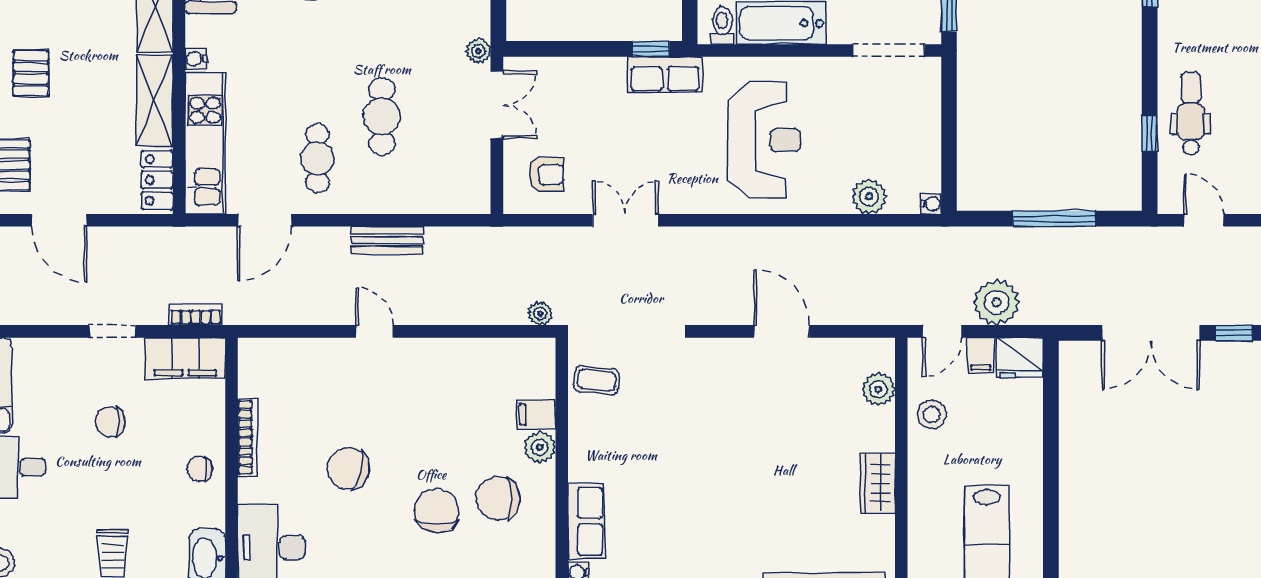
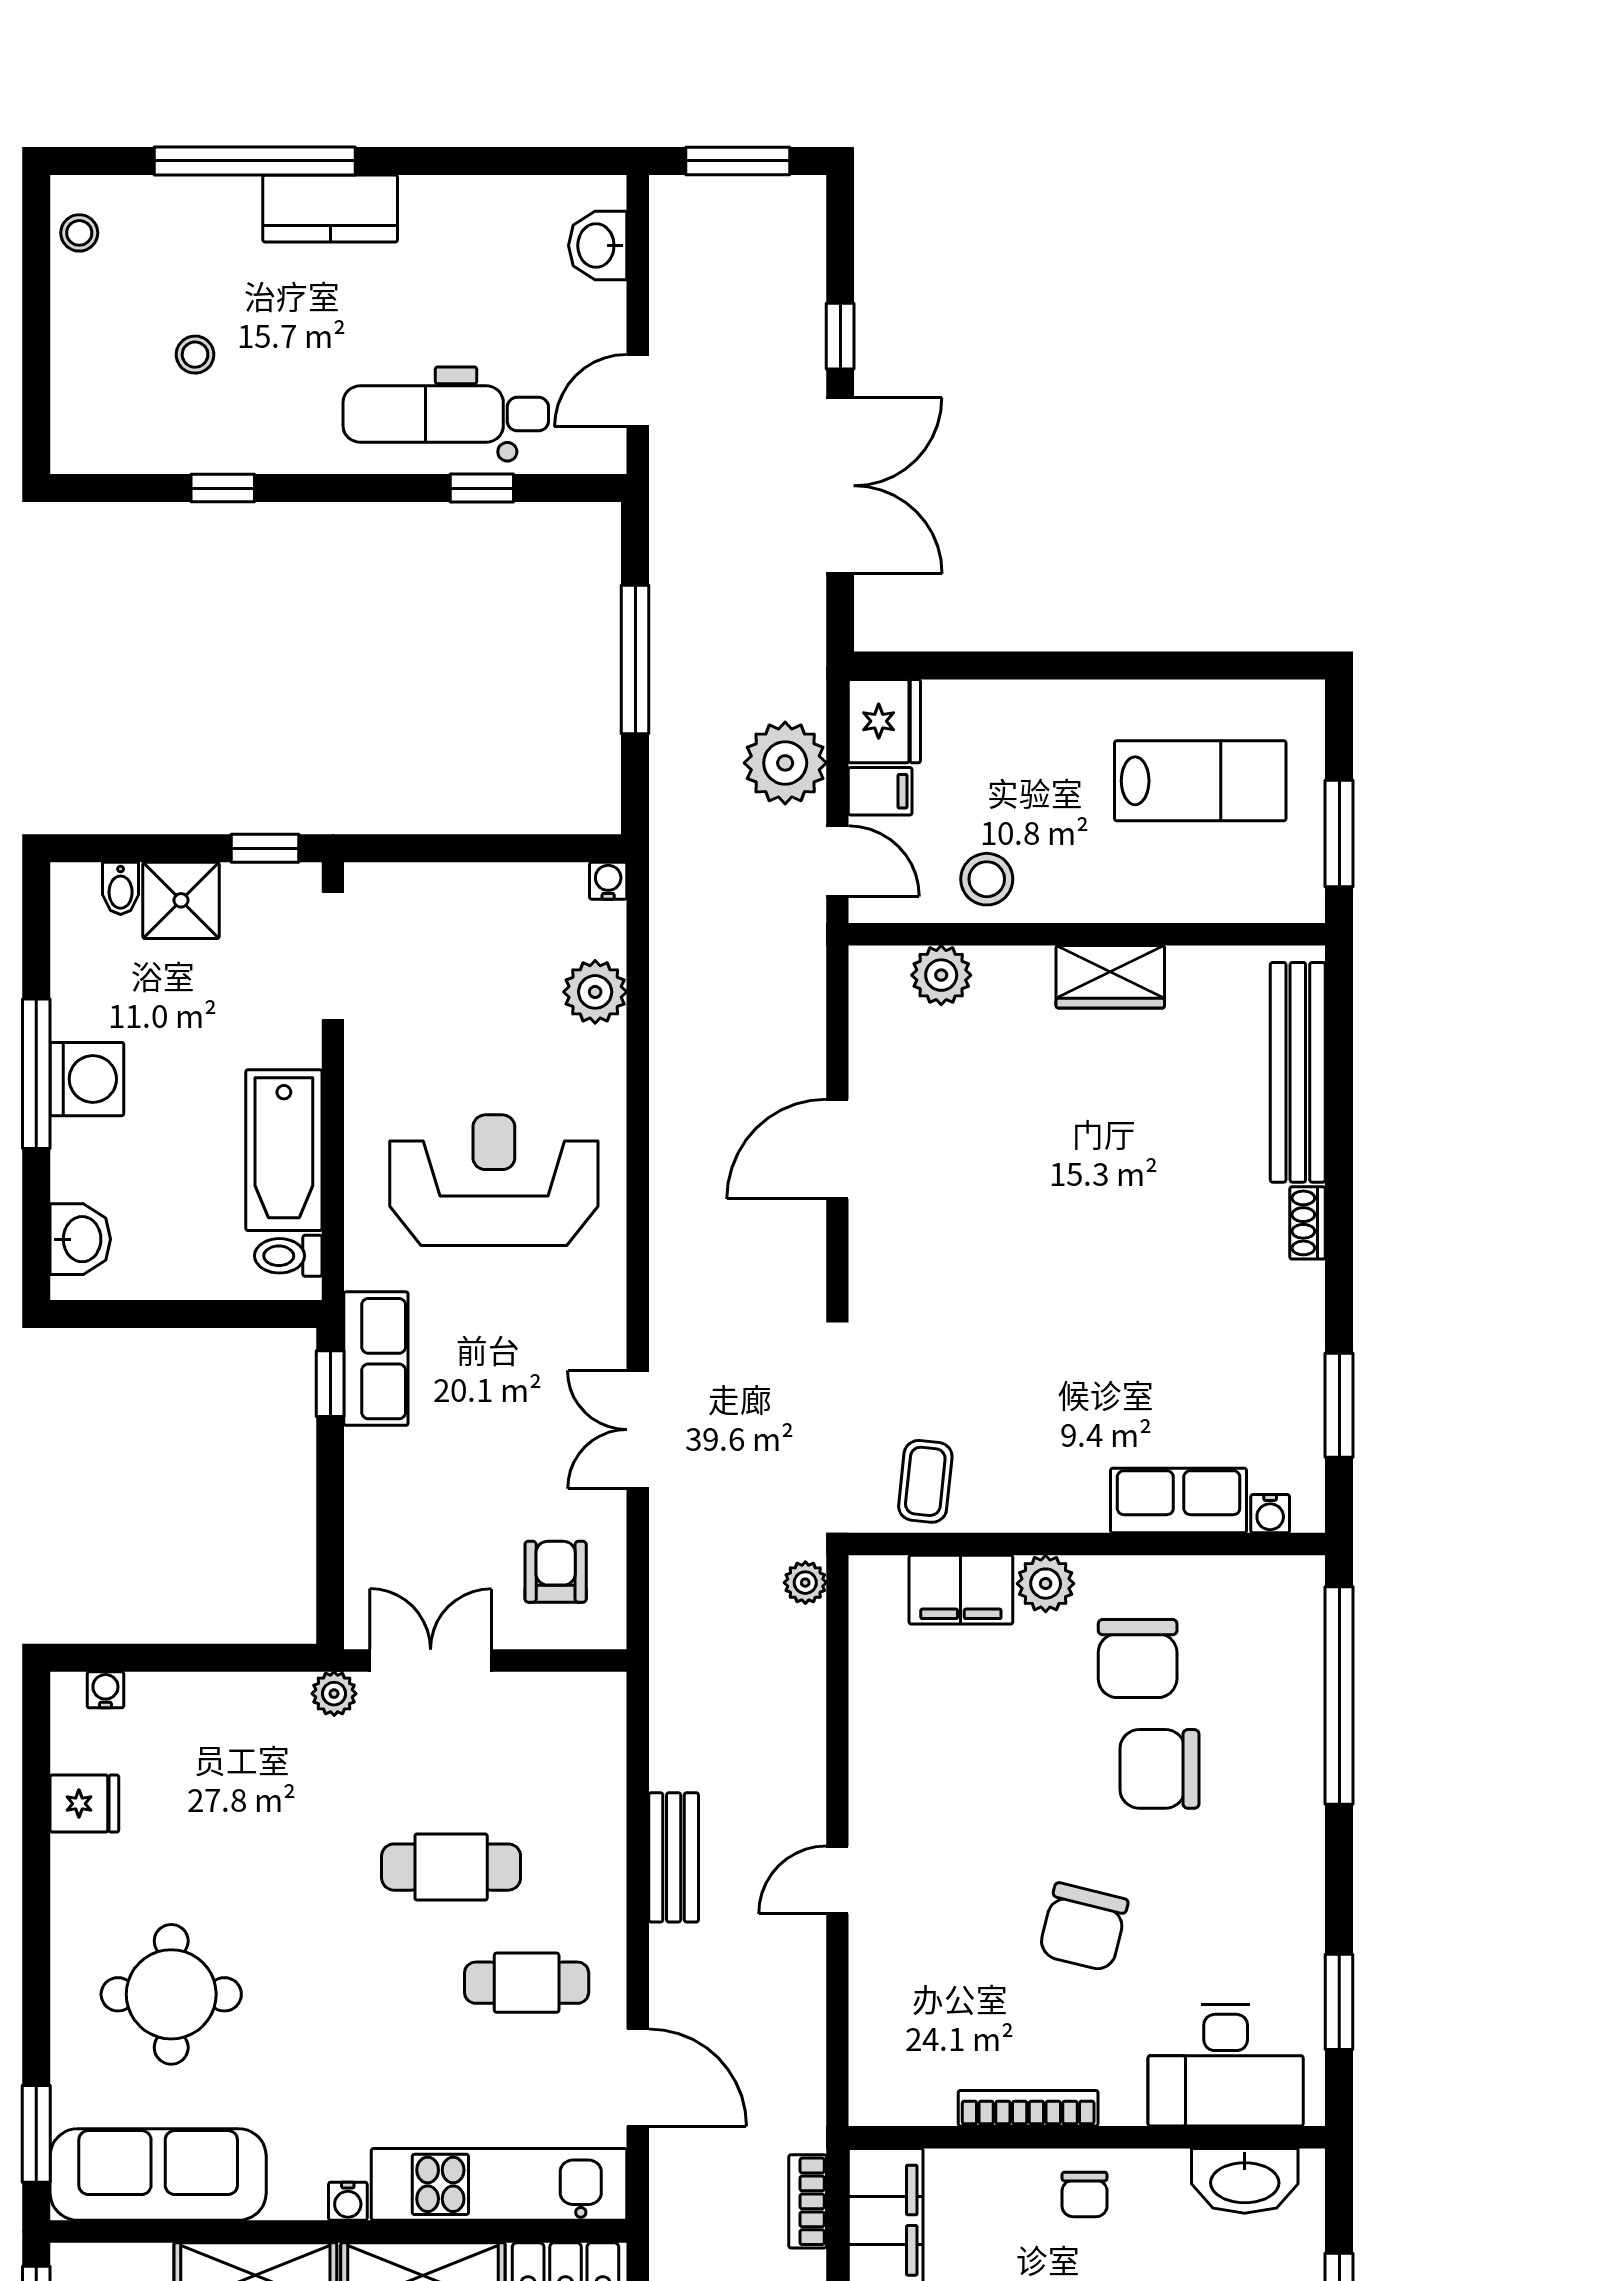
dental chair: (1191, 113) -> (446, 414), width x1.36, depth x1.38
filing cabinet: (536, 415) -> (961, 1590), width x2.00

